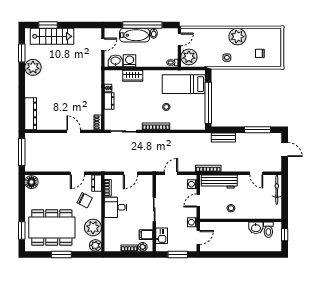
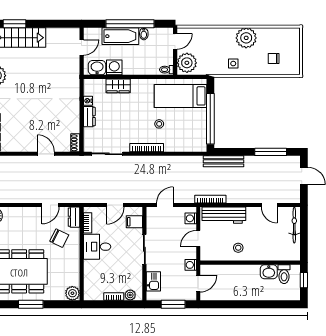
bench: (223, 138) -> (224, 161), width x1.36
plant: (93, 227) -> (69, 271), removed
filing cabinet: (146, 235) -> (134, 222), moved

